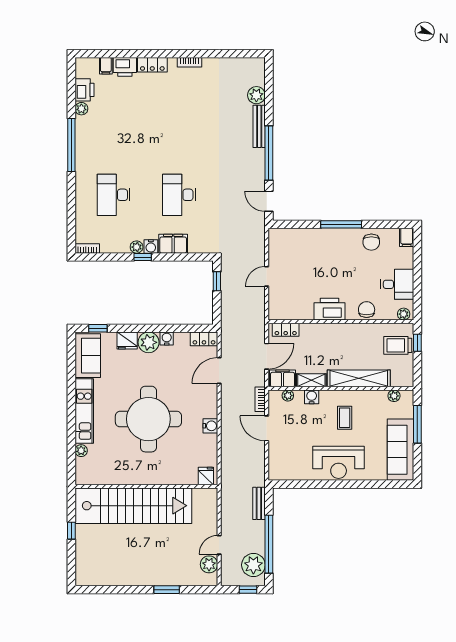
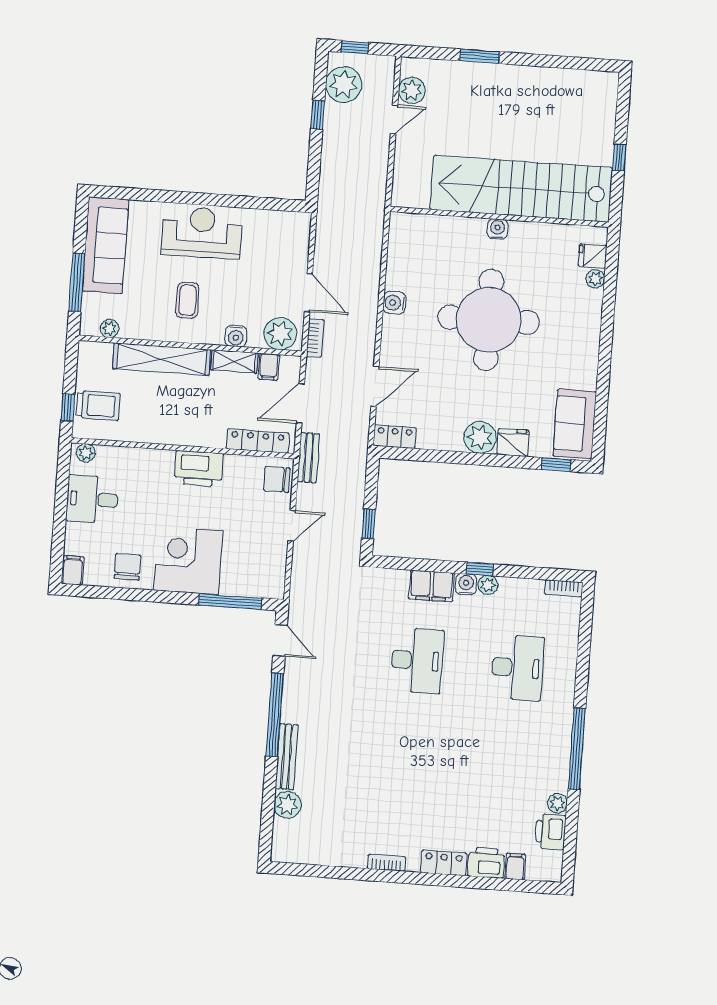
window: (341, 224) -> (230, 602), moved
corner desk: (332, 249) -> (188, 560), added
chair: (367, 310) -> (277, 479), moved, turned 90
locker: (286, 330) -> (258, 441), width x1.53
water cooler: (167, 339) -> (497, 229), moved, turned 180
filing cabinet: (283, 378) -> (269, 367), width x0.50
plant: (288, 396) -> (280, 334), width x1.88, depth x1.88
kitchen unit: (84, 411) -> (586, 339), removed
fridge: (206, 476) -> (593, 256), moved, turned 90
bench: (259, 503) -> (308, 458), moved
window: (269, 544) -> (318, 115), width x0.32

